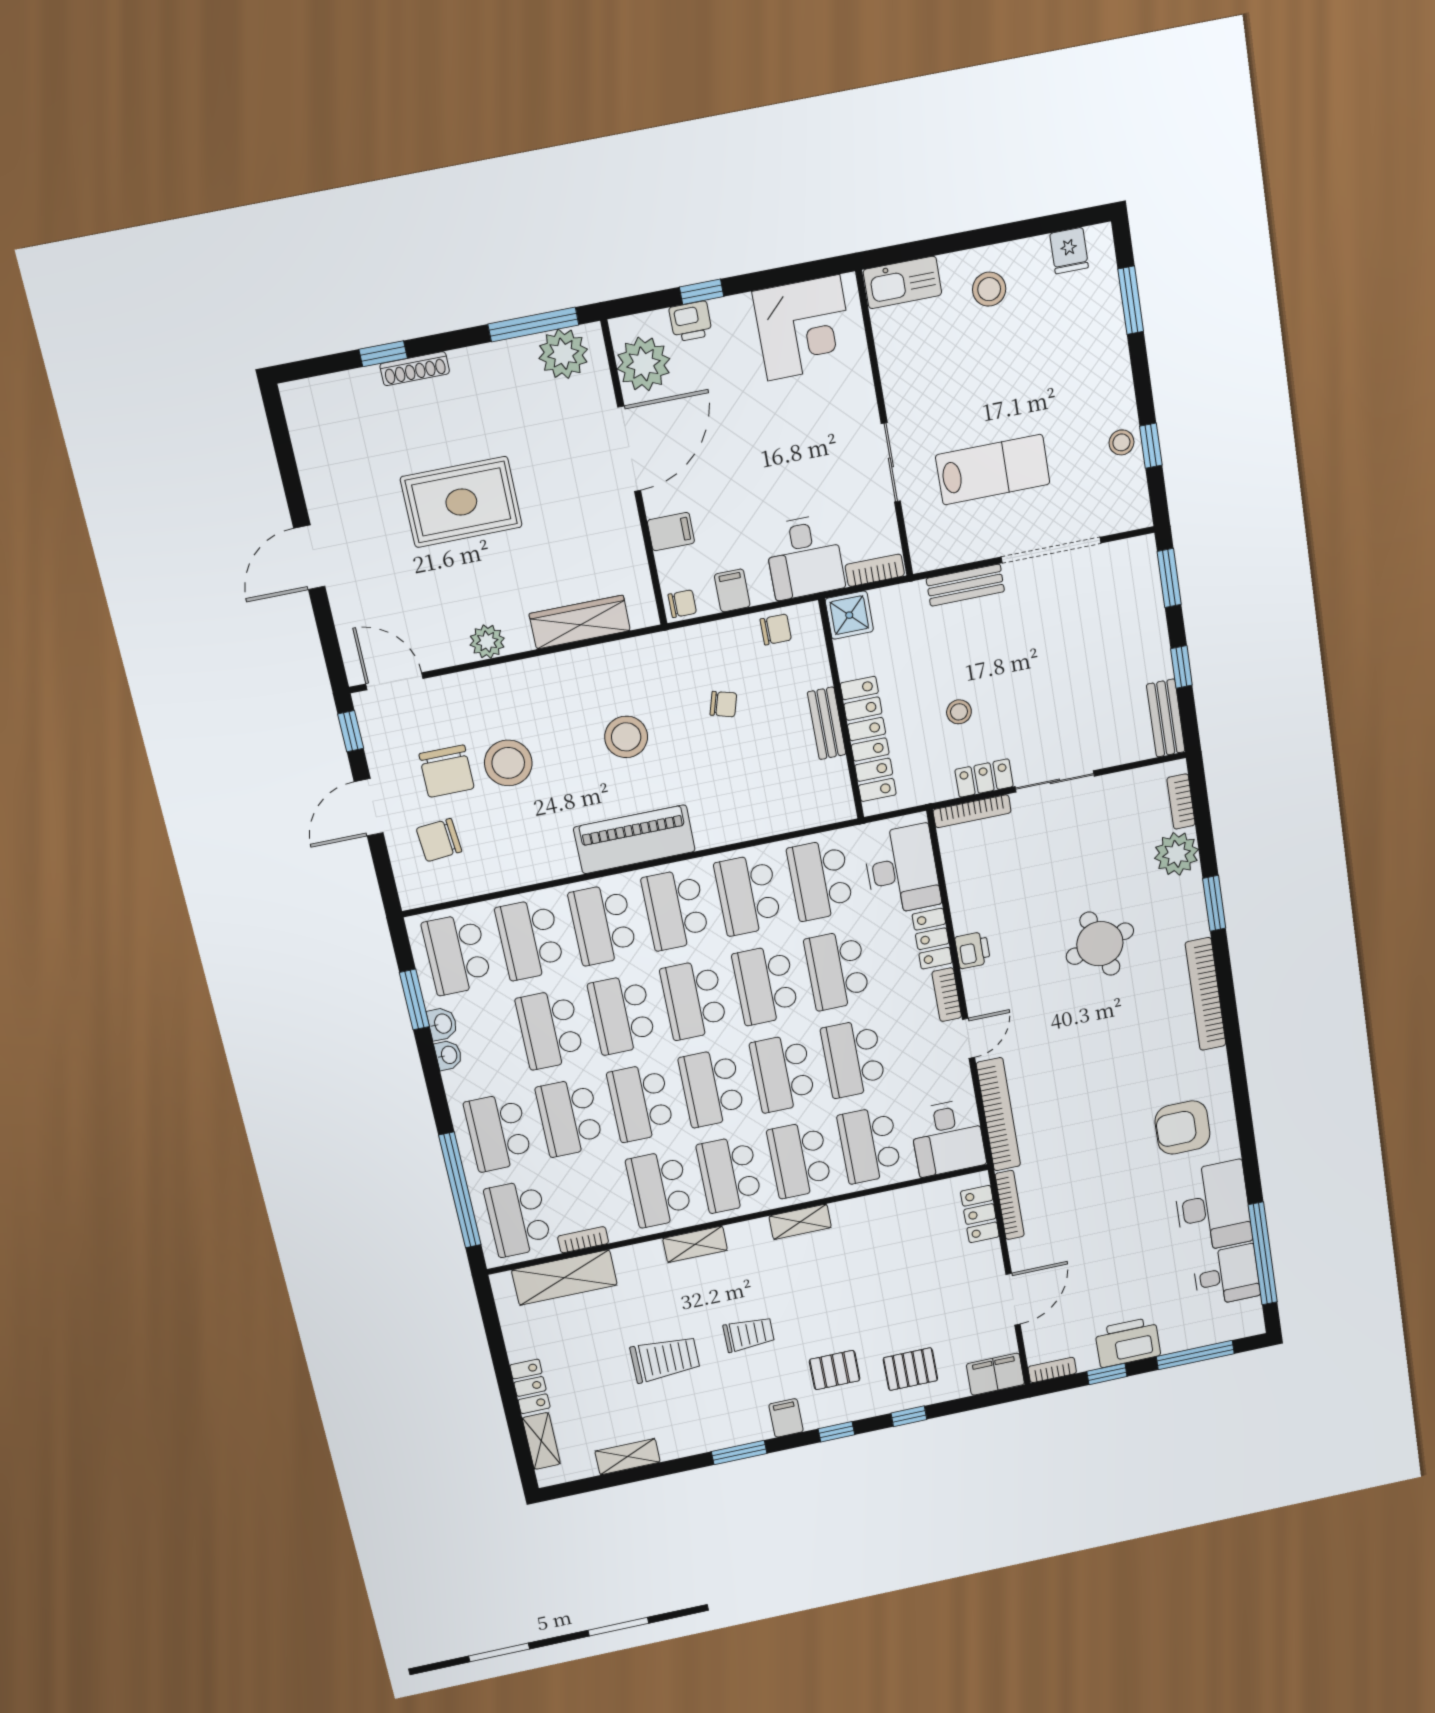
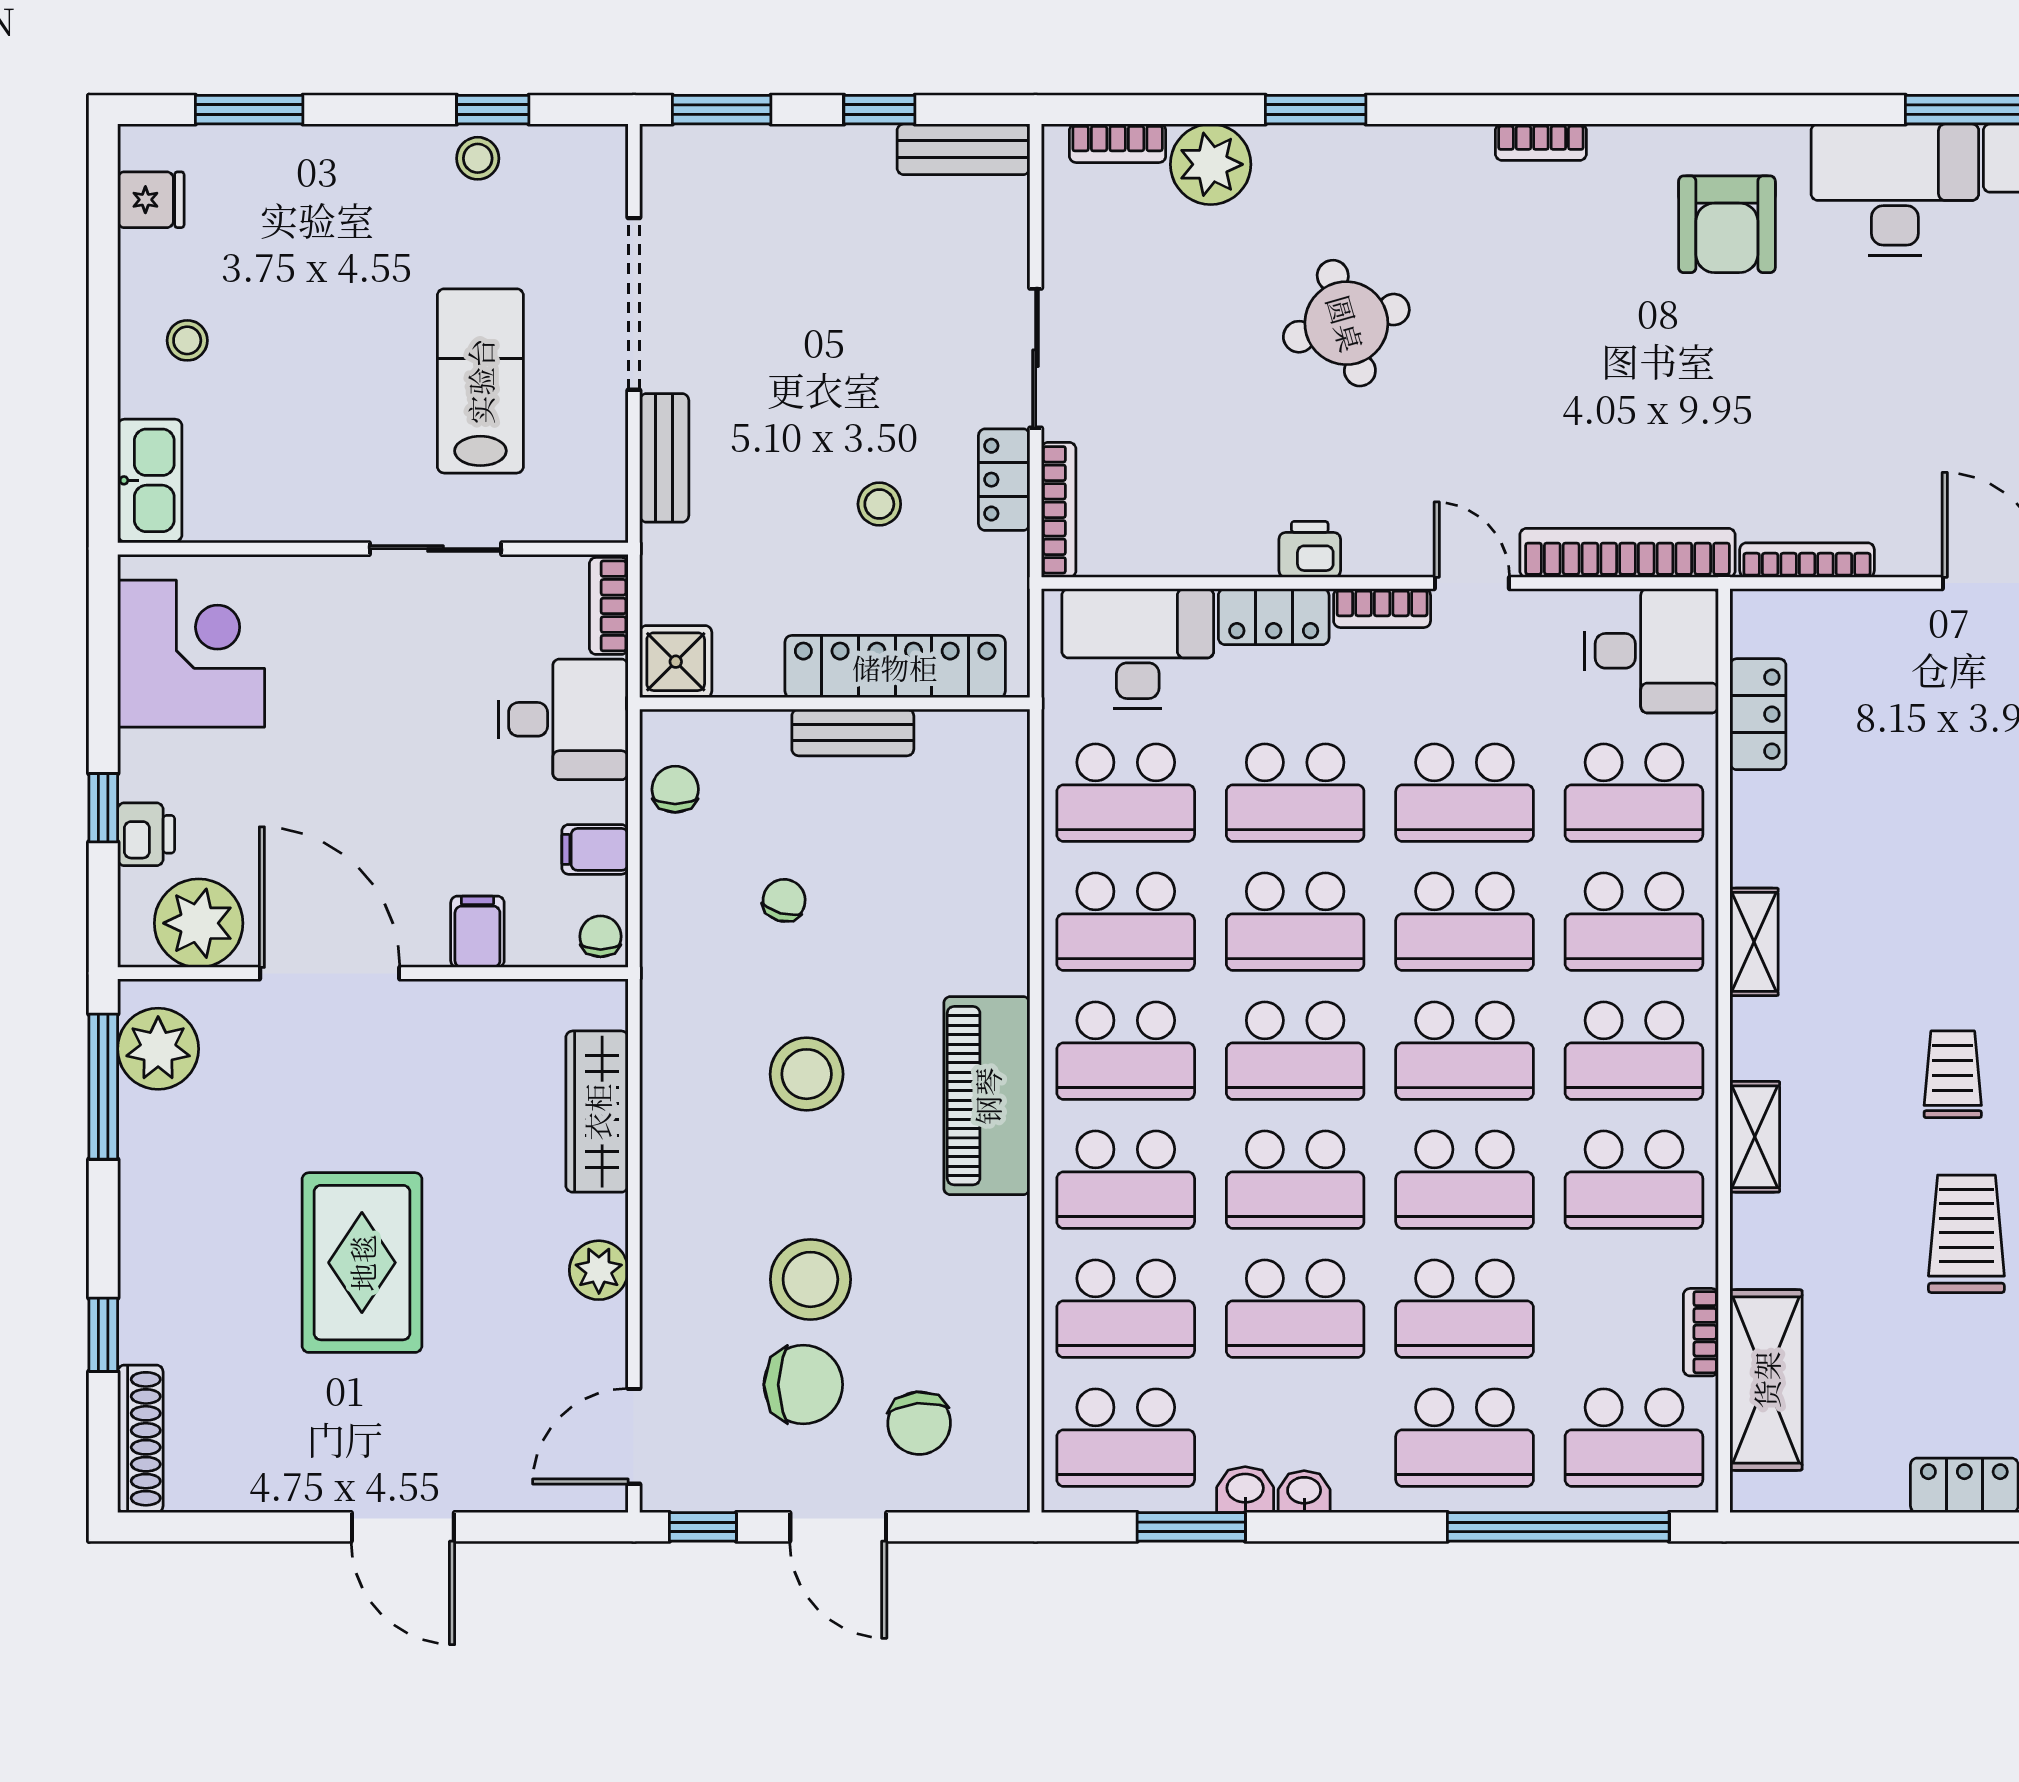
stool: (989, 289) -> (187, 340), width x0.73, depth x0.73
shoe rack: (415, 369) -> (140, 1439), moved, width x1.36, depth x1.24
bookcase: (1206, 994) -> (1541, 142), width x0.43, depth x0.76
locker: (980, 1214) -> (1758, 714), moved, turned -90

